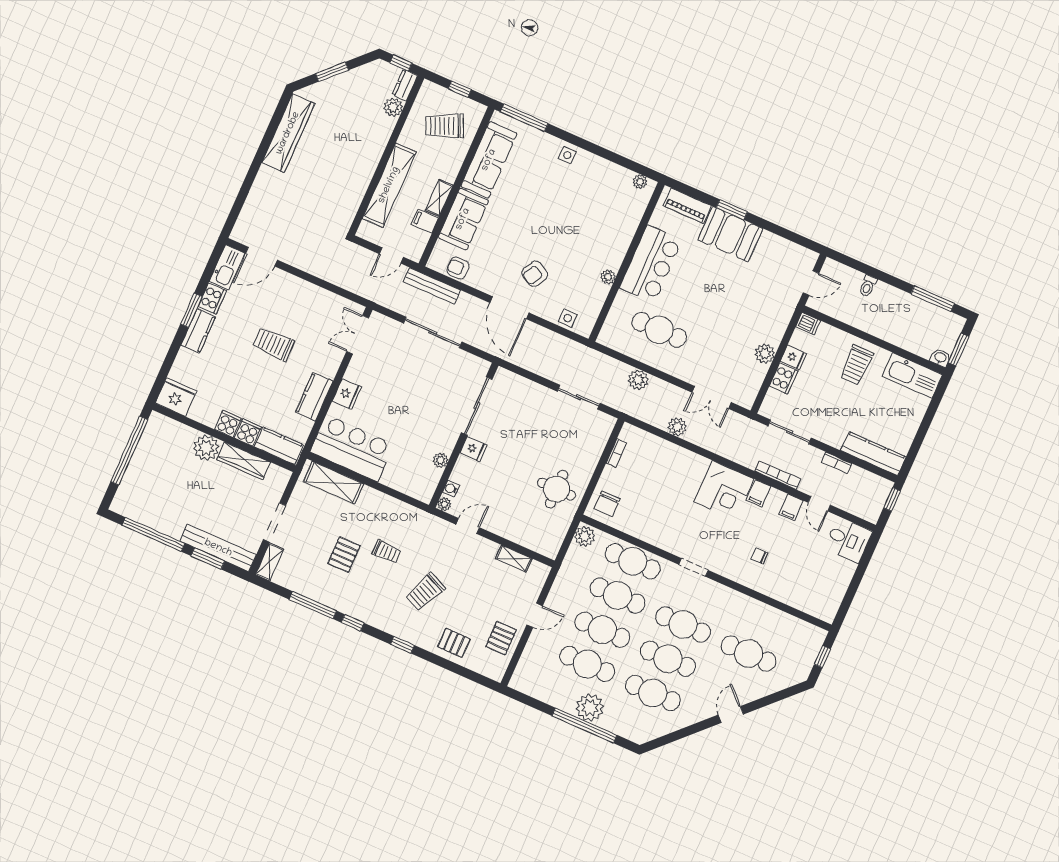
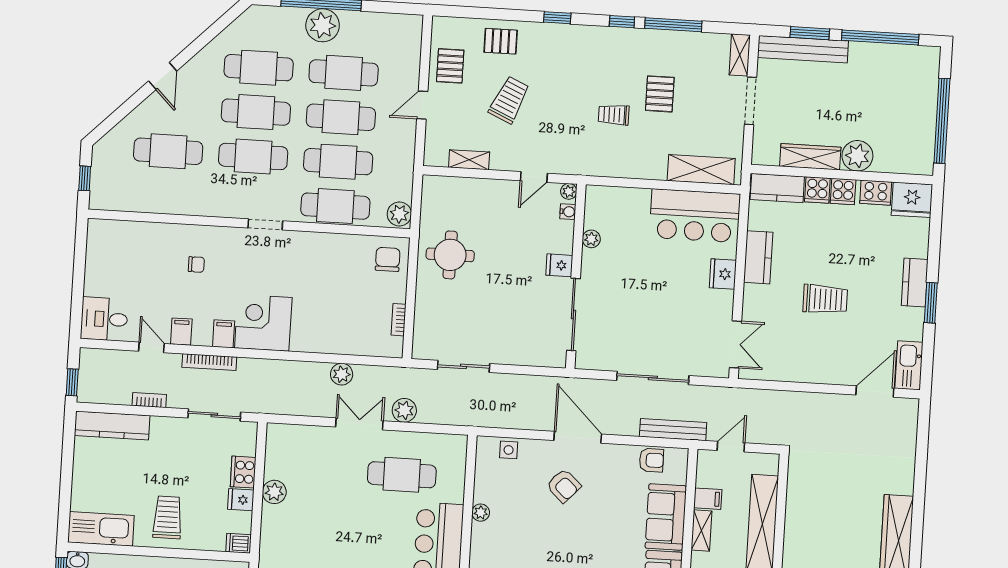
armchair: (535, 274) -> (564, 486), turned 104
cooker: (212, 299) -> (876, 193), moved, turned -90
double door: (712, 397) -> (359, 424), moved
trolley: (425, 592) -> (509, 100), moved

